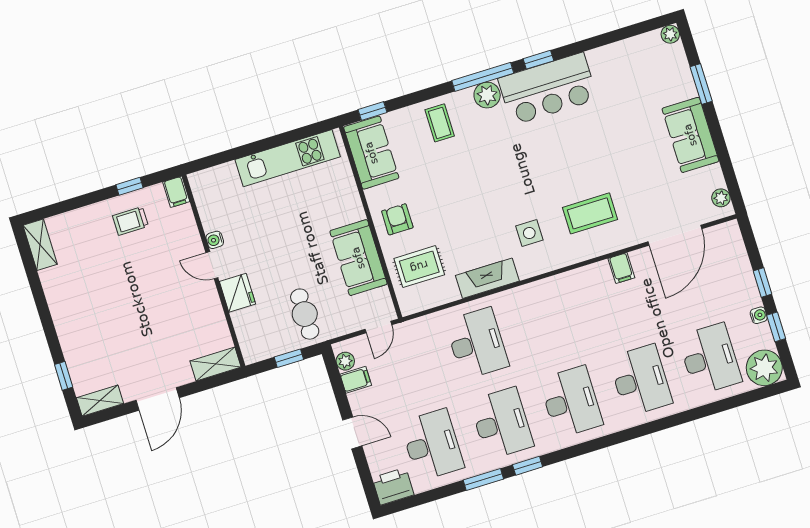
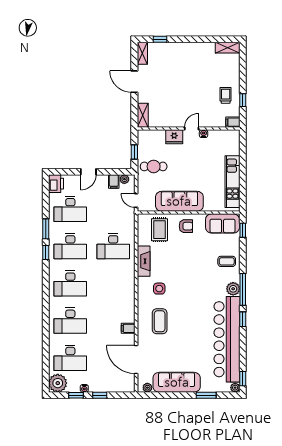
window: (649, 25) -> (243, 379), added
bar counter: (548, 89) -> (227, 339), width x1.86
sofa: (690, 135) -> (177, 382), width x1.36
sofa: (358, 258) -> (179, 201), width x1.36

